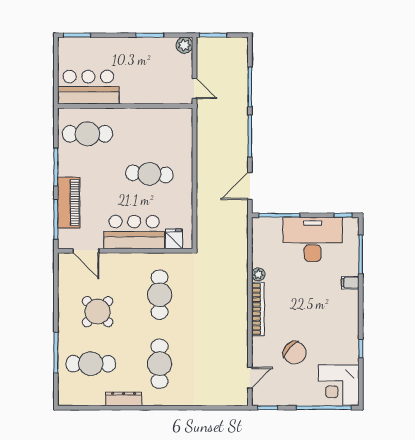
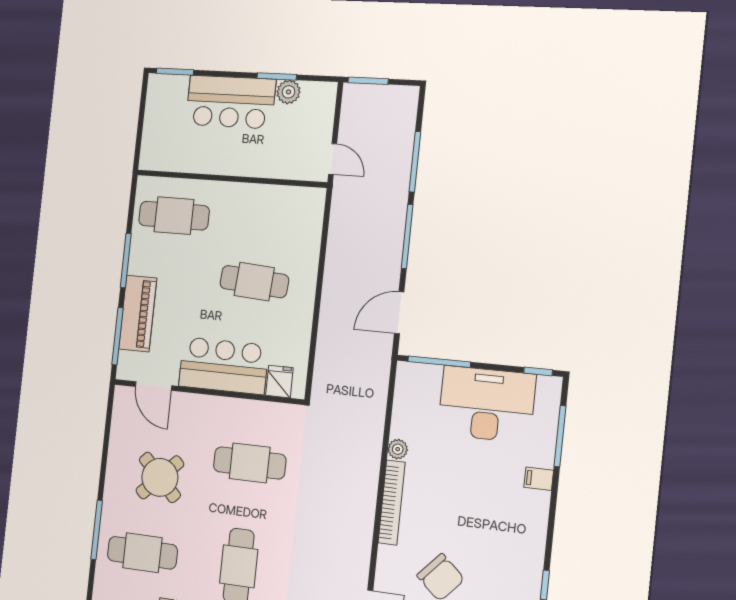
plant: (184, 45) -> (288, 92), moved
bar counter: (88, 87) -> (230, 102), moved, turned 180
cafe table: (160, 295) -> (250, 463), turned 90

